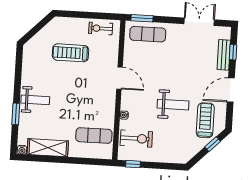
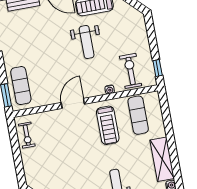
treadmill: (71, 53) -> (108, 125), moved
weight bench: (173, 105) -> (87, 42), turned 180

